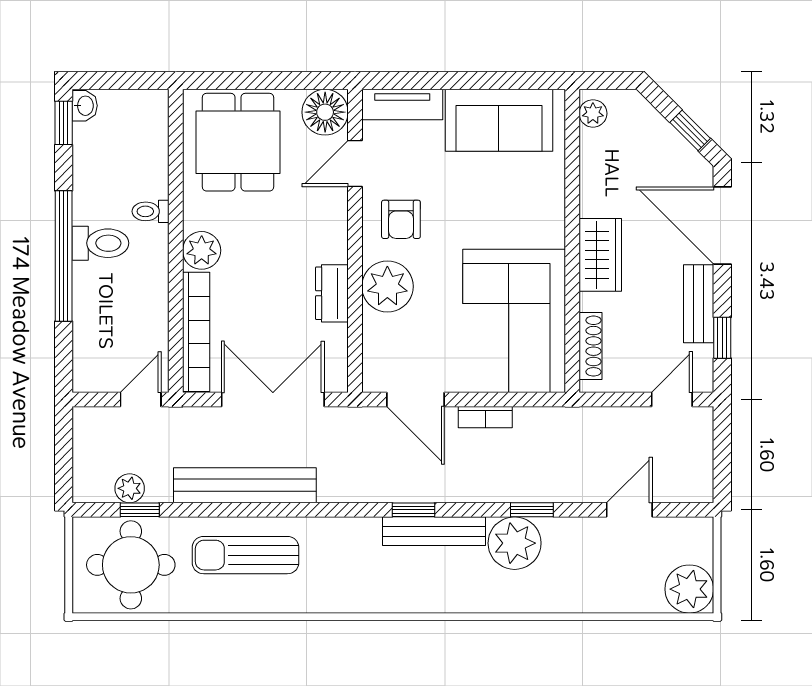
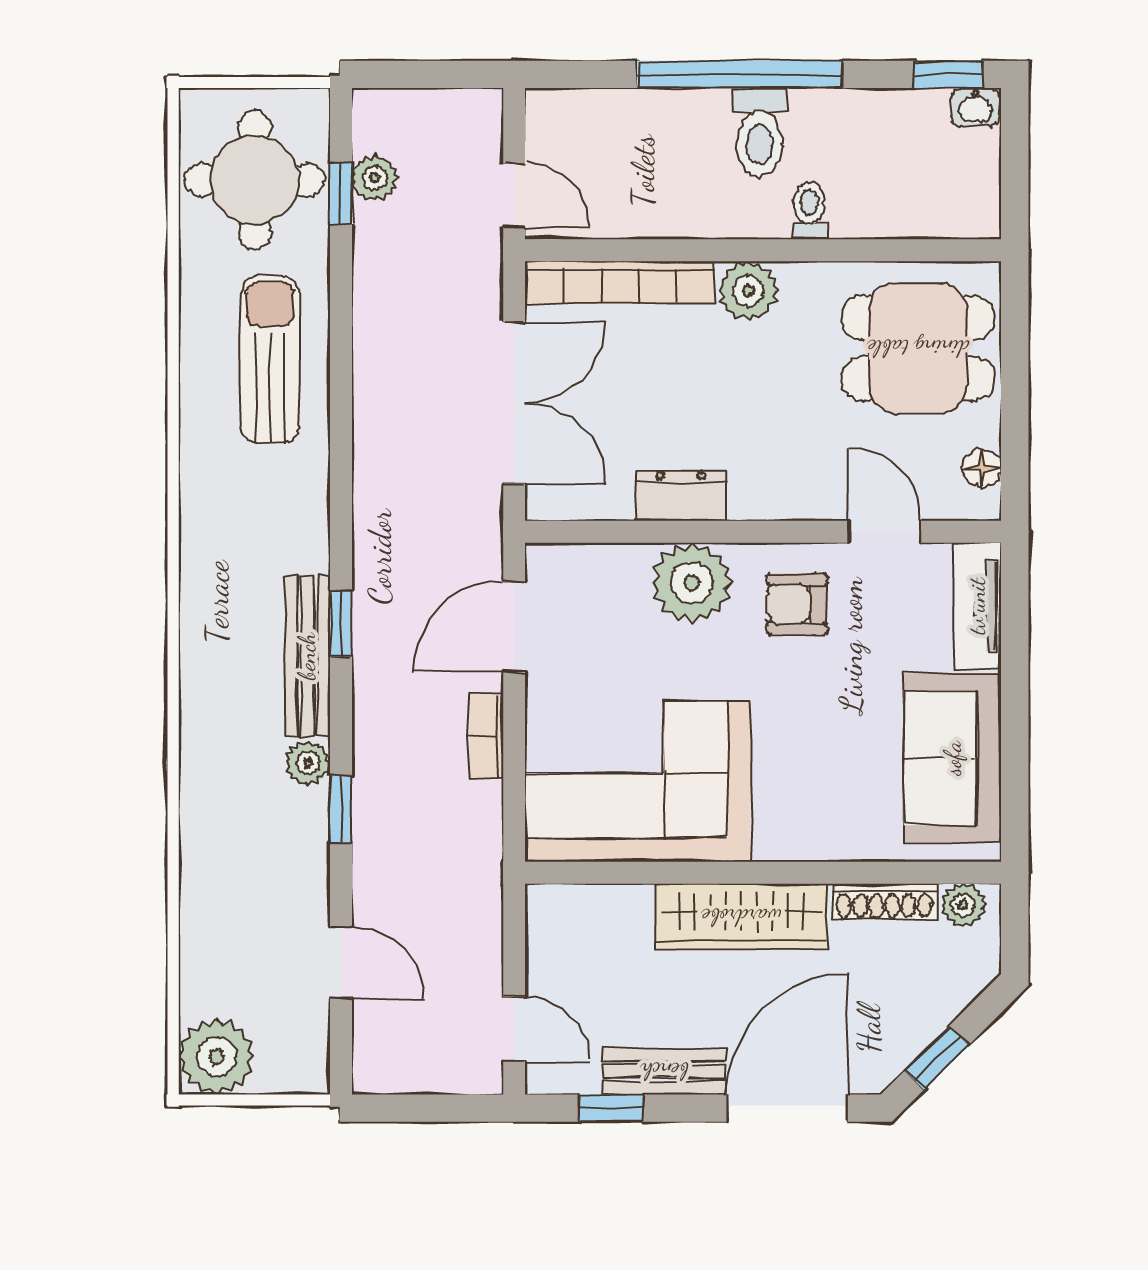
floor lamp: (325, 112) -> (982, 468), width x0.53, depth x0.53
wardrobe: (600, 255) -> (741, 917), width x1.50
shoe rack: (591, 346) -> (884, 901), moved
bench: (245, 485) -> (380, 359), removed
plant: (515, 543) -> (308, 763), width x0.53, depth x0.53

